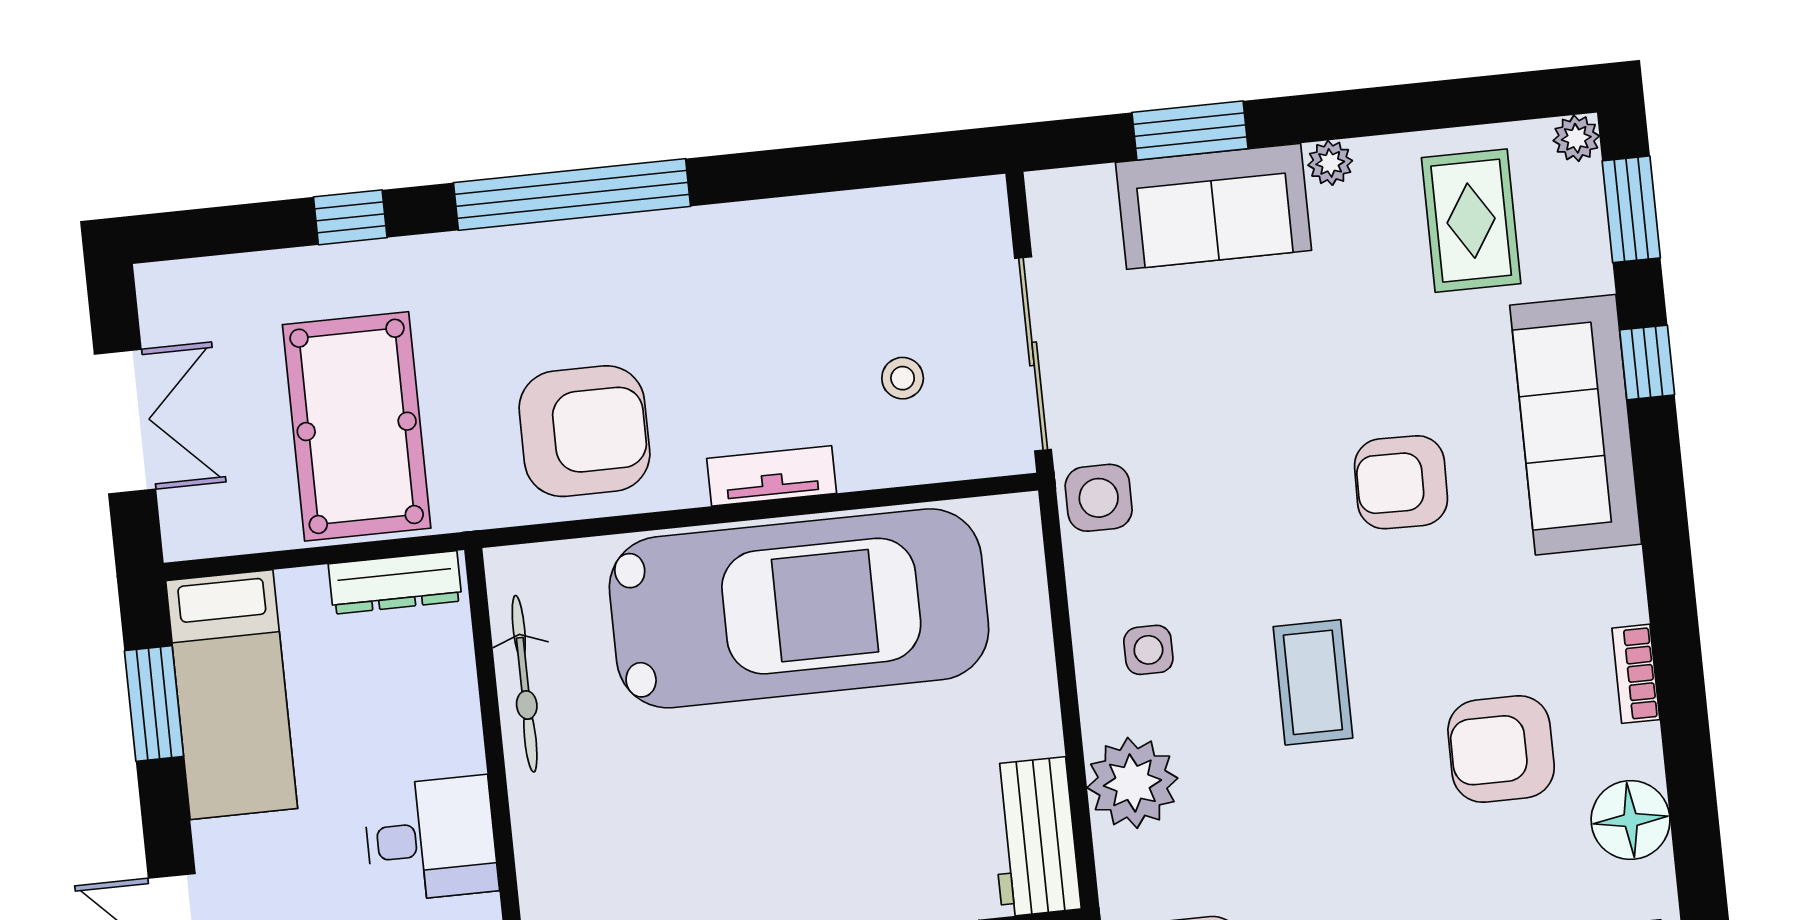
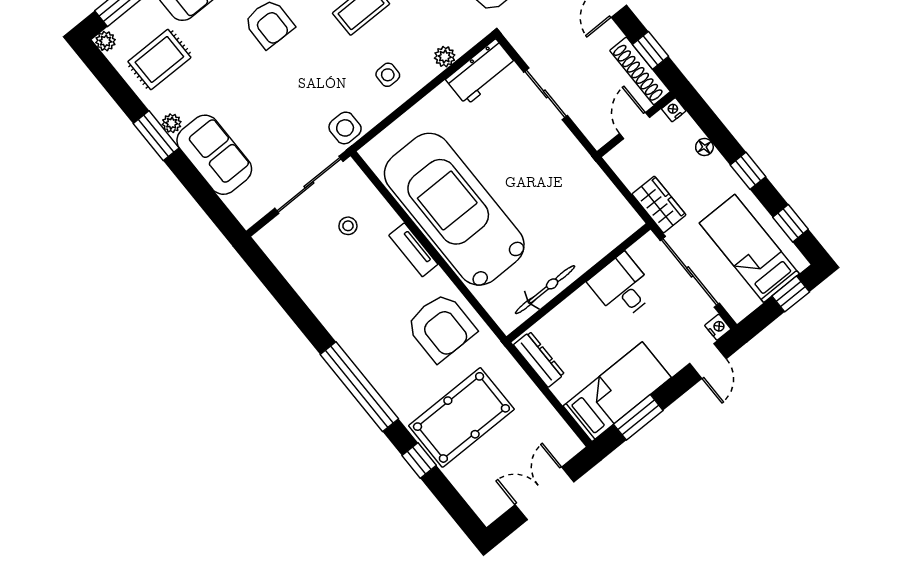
window: (1190, 131) -> (156, 136), moved
pool table: (357, 426) -> (461, 417), moved
armchair: (584, 431) -> (441, 327), turned 180
plant: (1132, 783) -> (445, 57), width x0.53, depth x0.53

